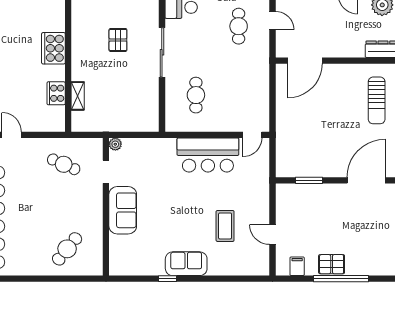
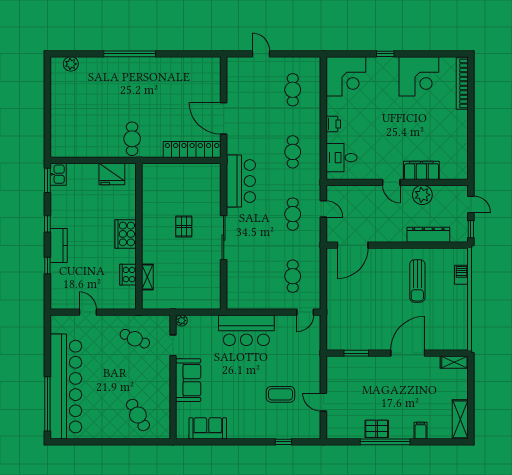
cafe table: (196, 95) -> (293, 276), moved
bar counter: (208, 155) -> (246, 330), moved
coffee table: (225, 226) -> (280, 394), turned 90
cafe table: (67, 249) -> (138, 415), turned -68
sofa: (186, 264) -> (208, 428), moved
filing cabinet: (297, 266) -> (420, 431), moved
window: (167, 279) -> (283, 442), moved

